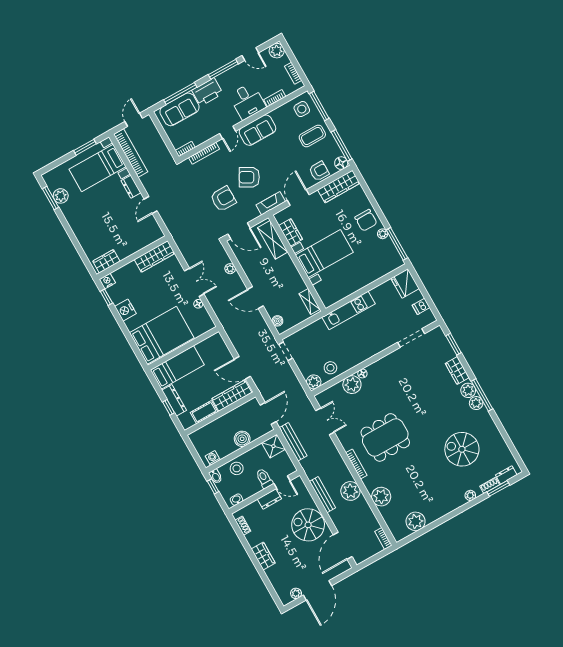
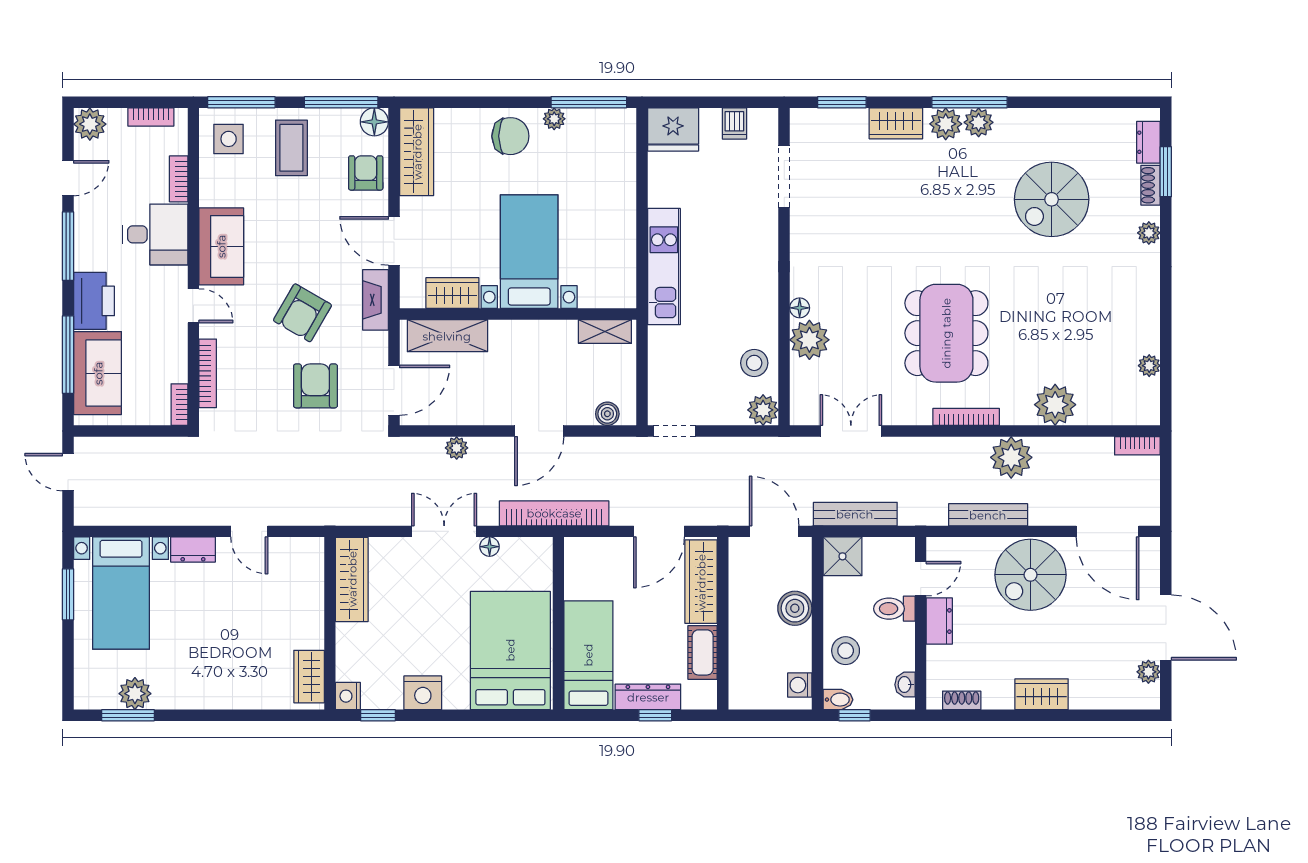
bookcase: (131, 153) -> (554, 513), moved
plant: (416, 521) -> (1149, 366), width x0.53, depth x0.53

